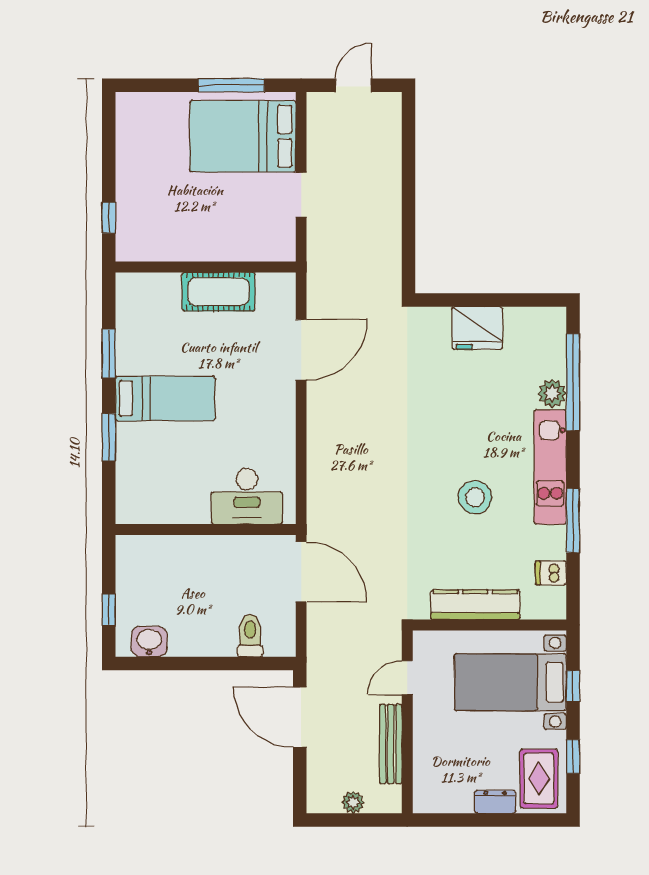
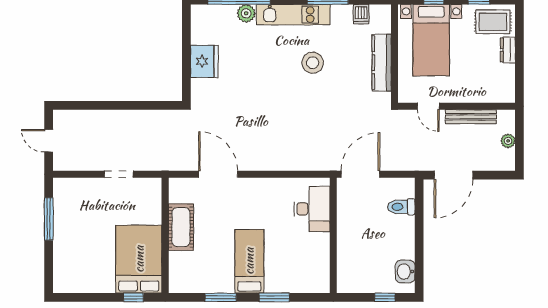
bed: (243, 136) -> (139, 259), moved, turned 180

